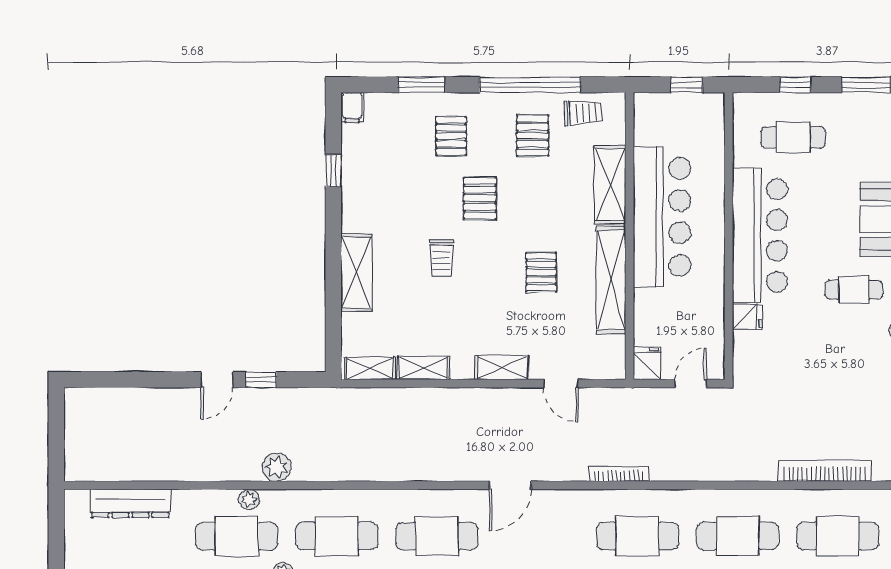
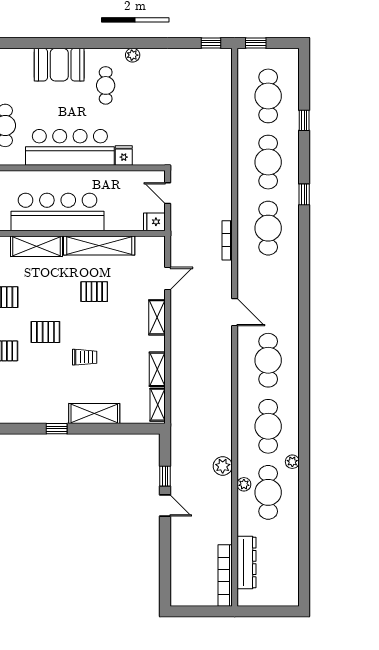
window: (333, 171) -> (57, 429), moved
bookcase: (825, 471) -> (225, 576), moved

